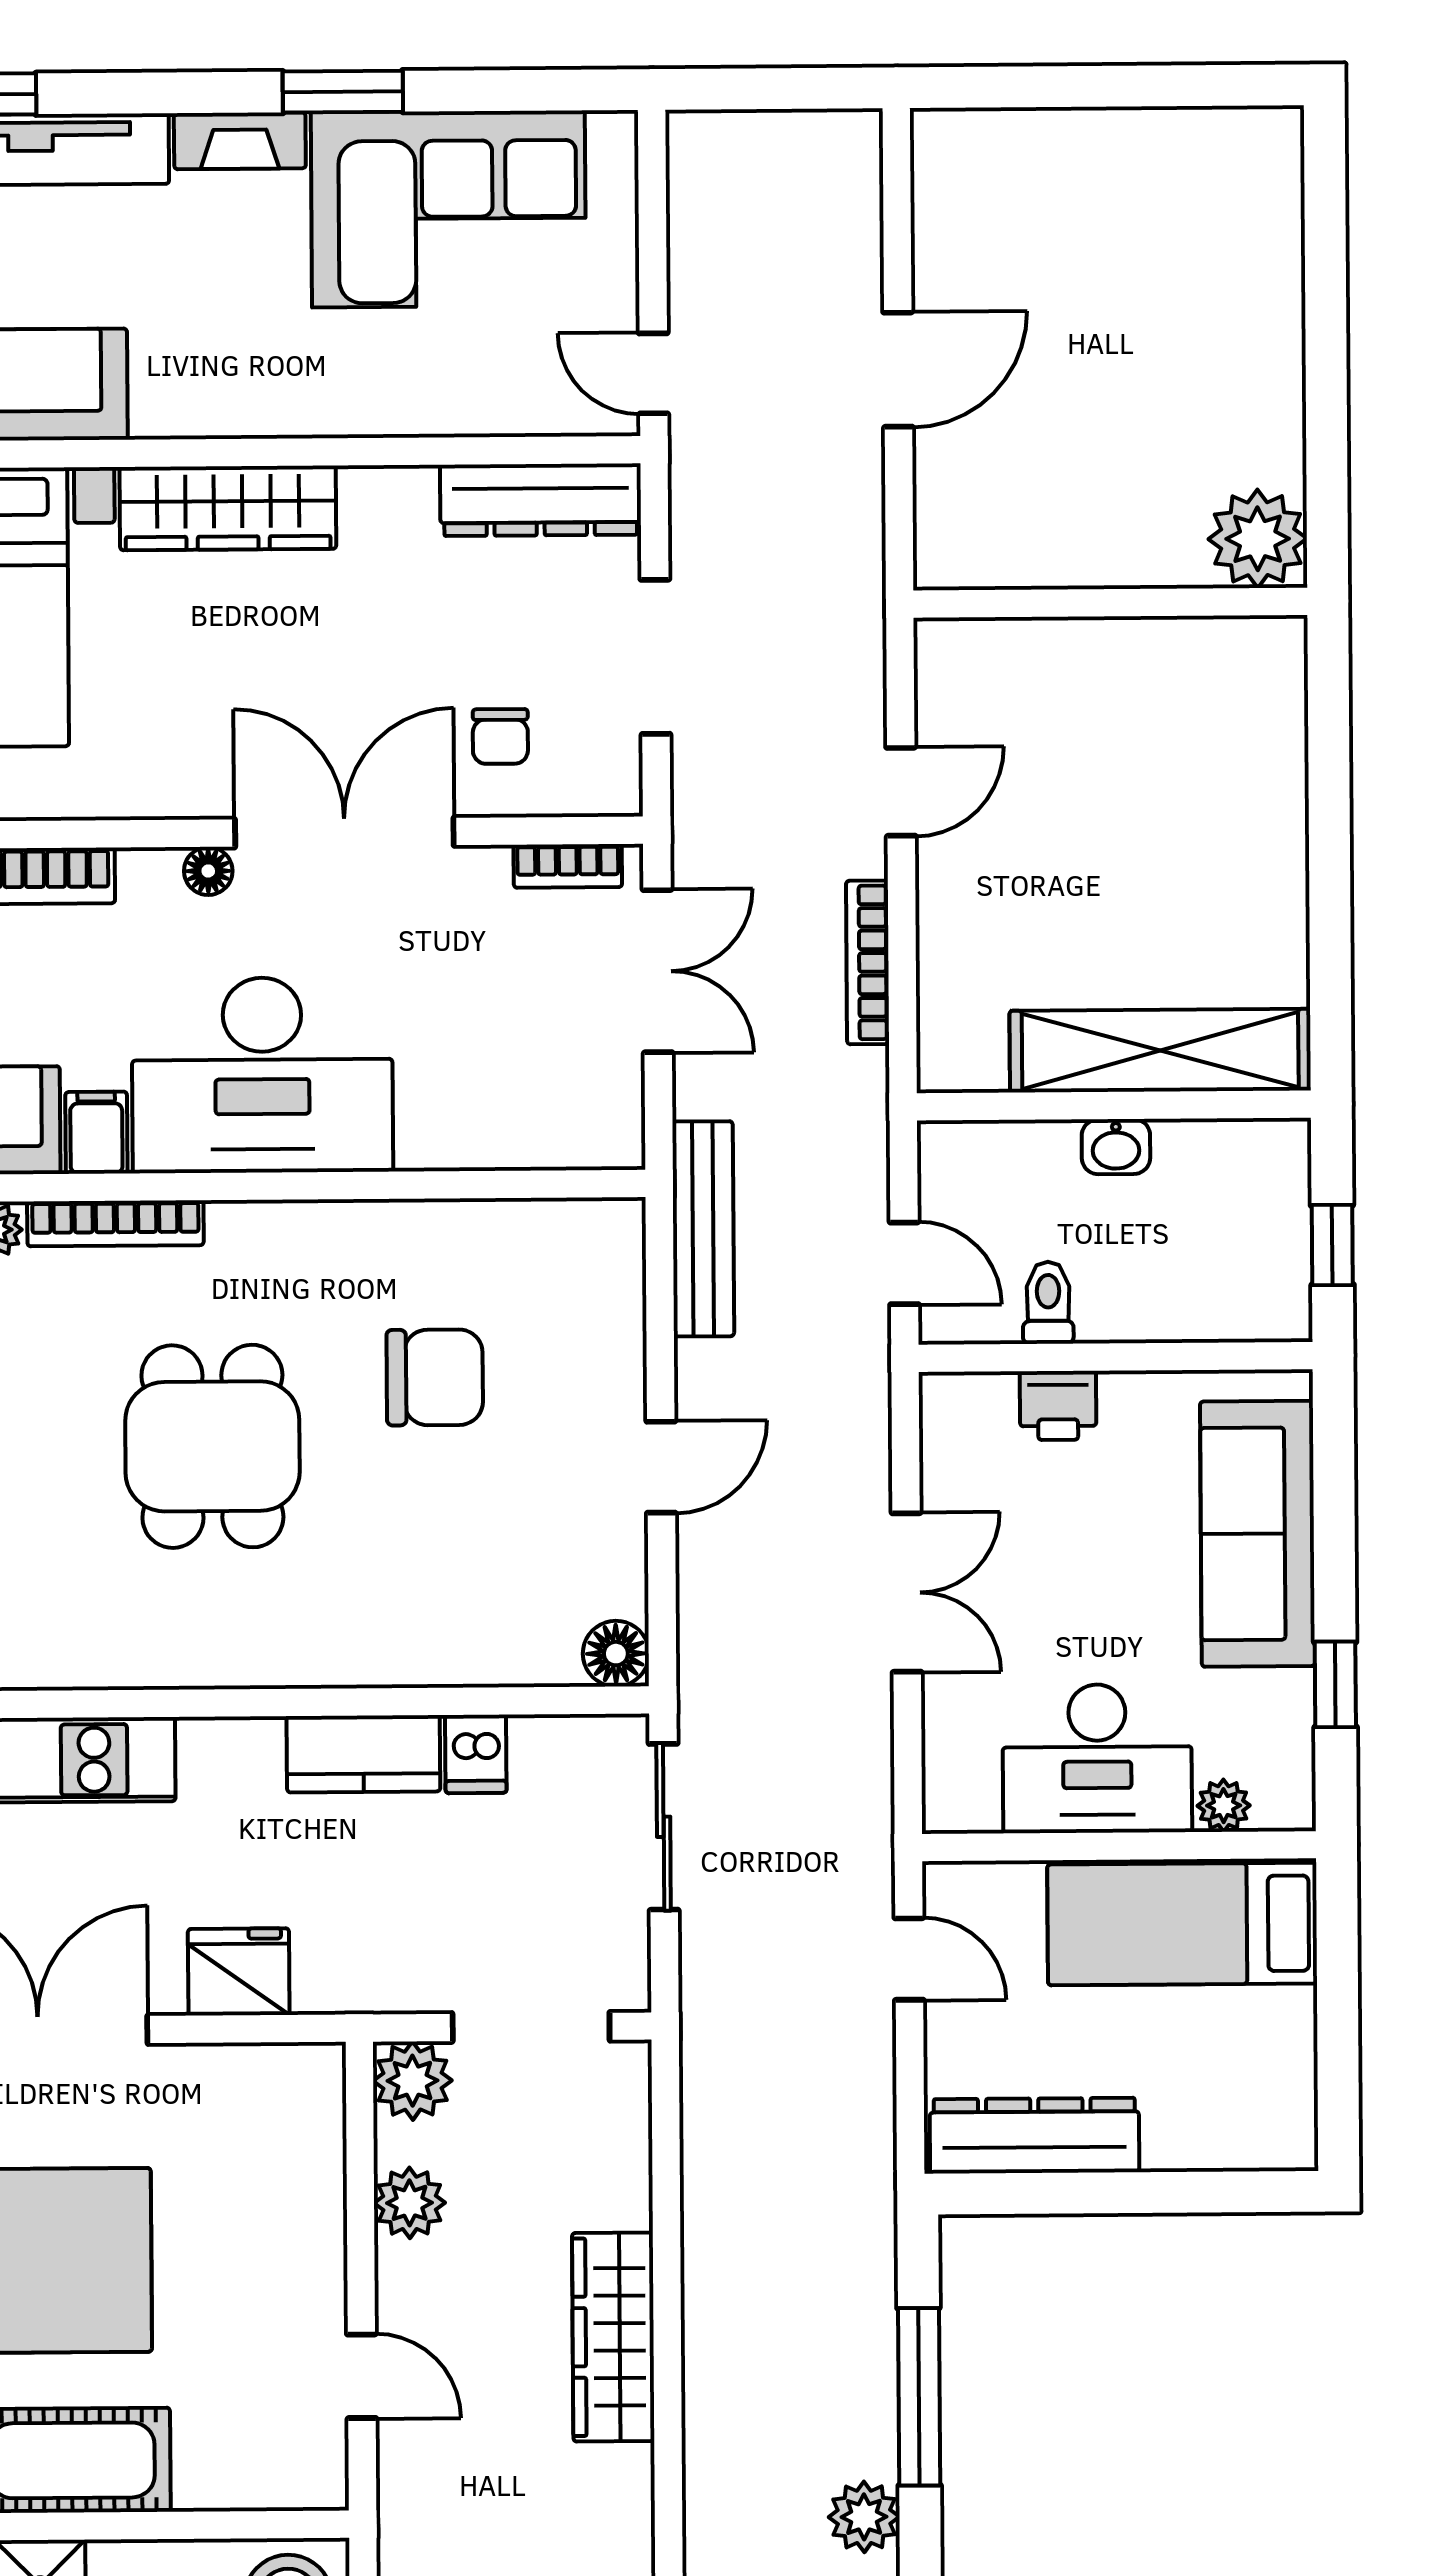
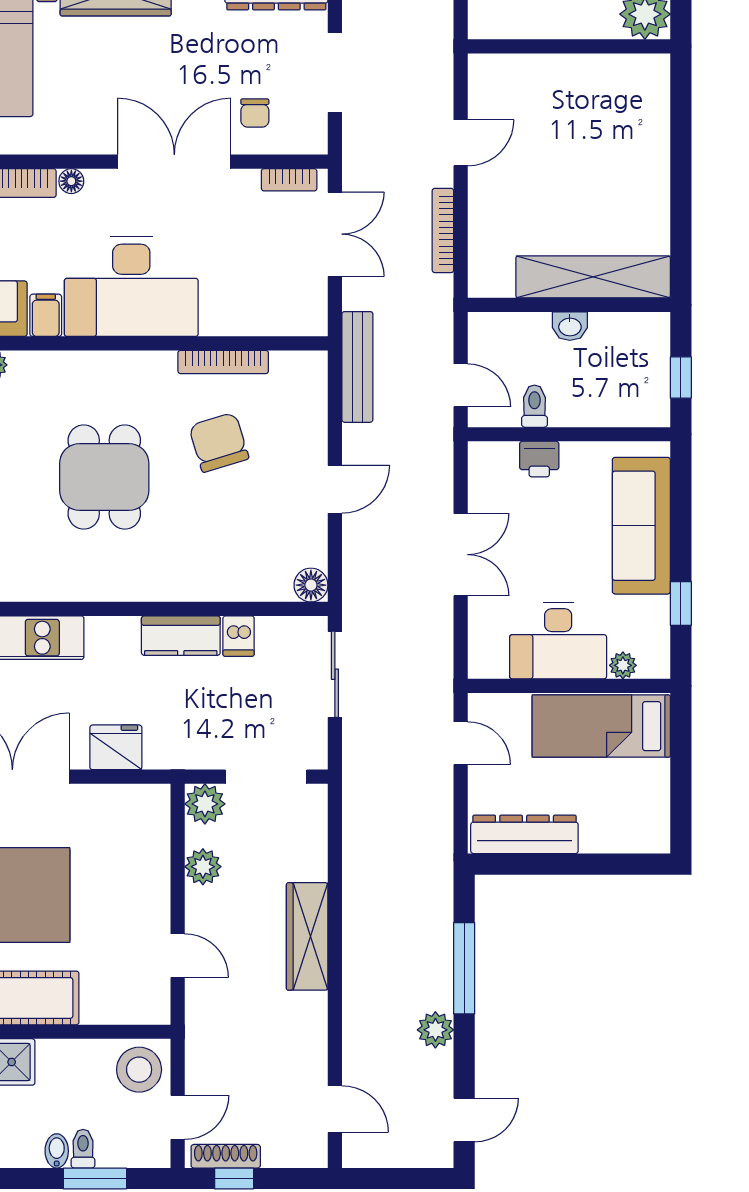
floor lamp: (208, 871) -> (71, 181), moved
bookcase: (115, 1223) -> (223, 362), moved
chair: (435, 1377) -> (219, 442), turned -107

